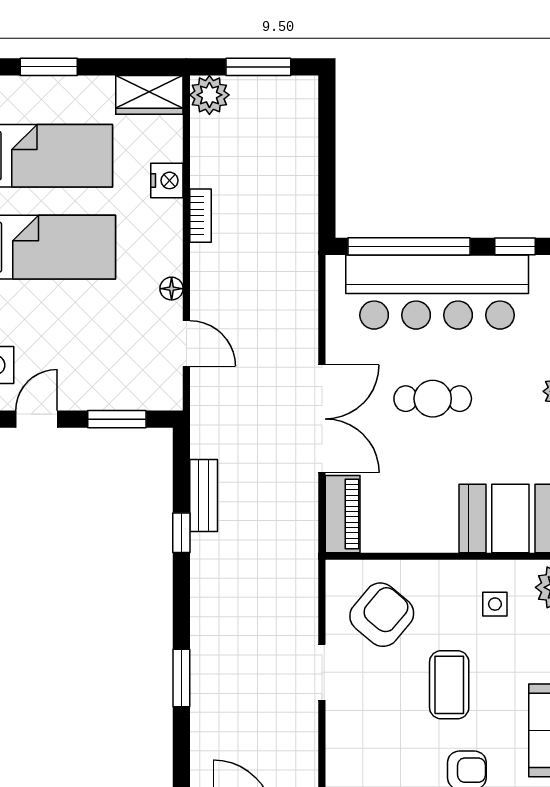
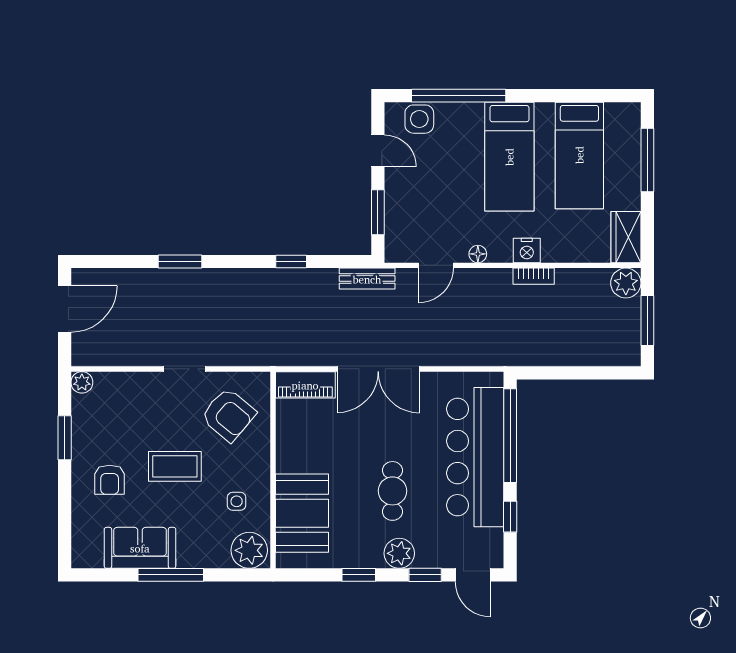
window: (49, 67) -> (647, 160), width x1.44
nightstand: (167, 180) -> (527, 251), moved
cafe table: (433, 399) -> (392, 491), moved
bench: (204, 496) -> (367, 279), moved

